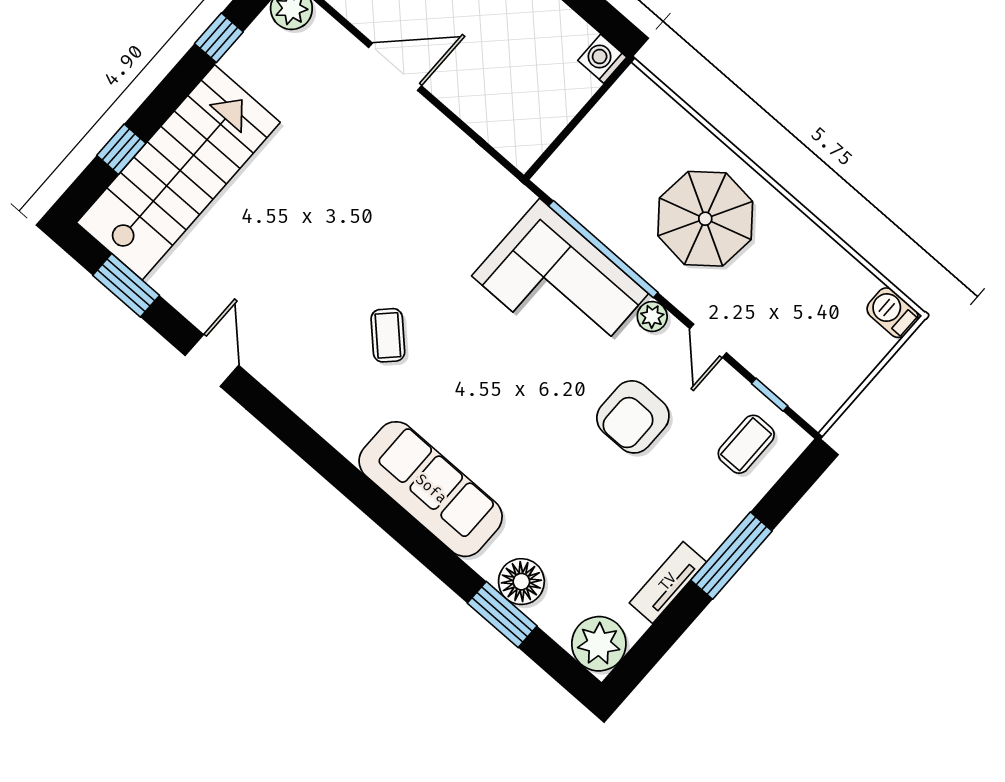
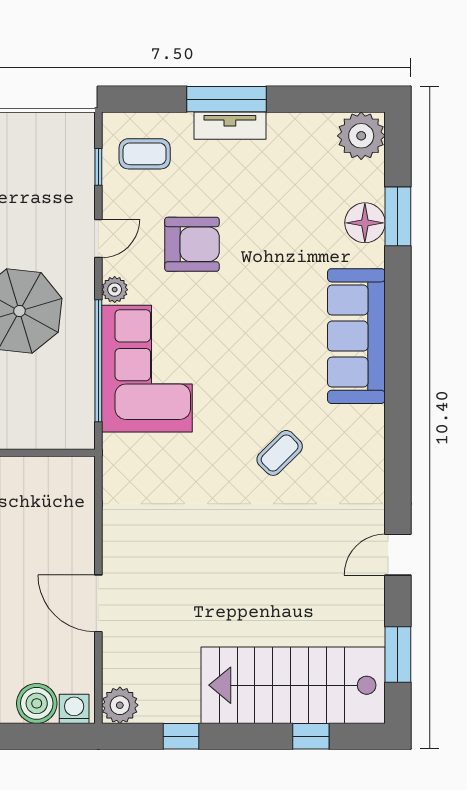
tv unit: (668, 582) -> (230, 126), moved

